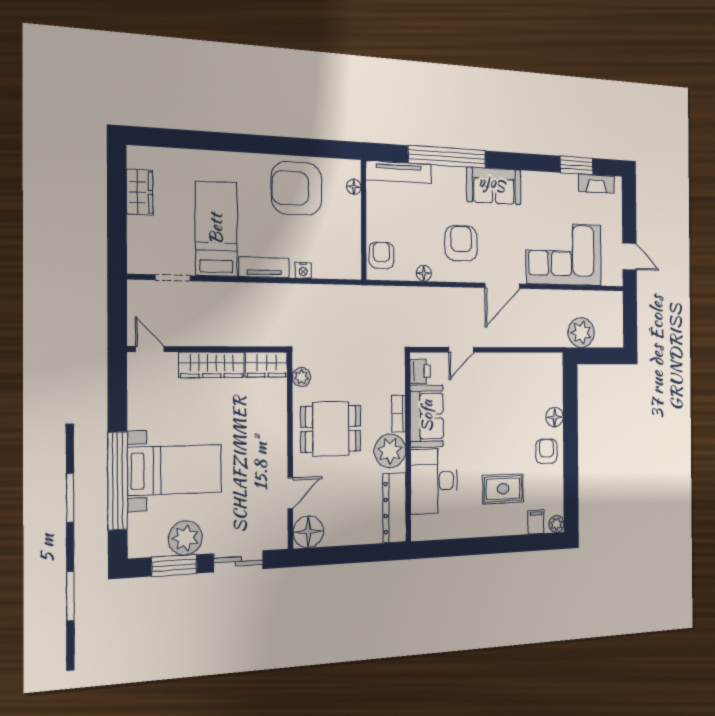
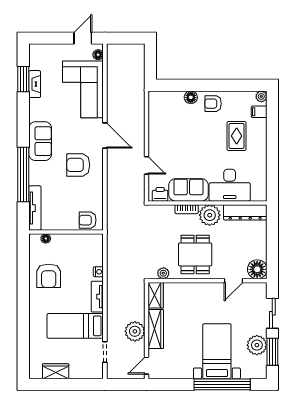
fireplace: (596, 184) -> (35, 84), moved
armchair: (296, 188) -> (49, 276), width x0.73, depth x0.73
floor lamp: (424, 273) -> (98, 55), moved
plant: (581, 333) -> (135, 331), moved
door: (290, 493) -> (233, 281), swing flipped

